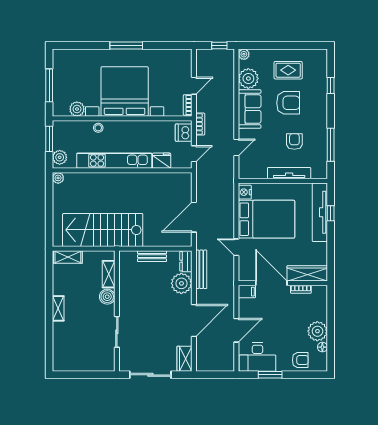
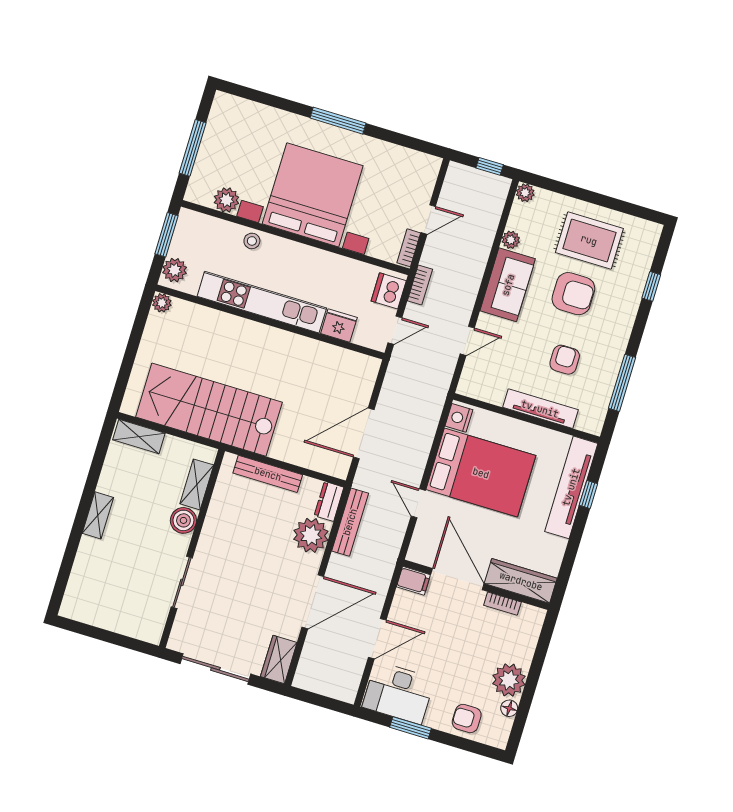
rug: (288, 70) -> (589, 240), width x1.36, depth x1.43
plant: (248, 78) -> (511, 240), width x0.53, depth x0.53
bench: (152, 256) -> (268, 474), width x1.36
armchair: (300, 360) -> (467, 719), turned 180

